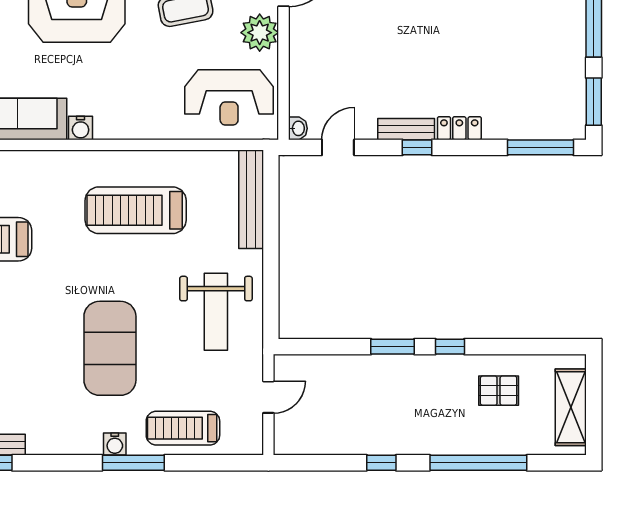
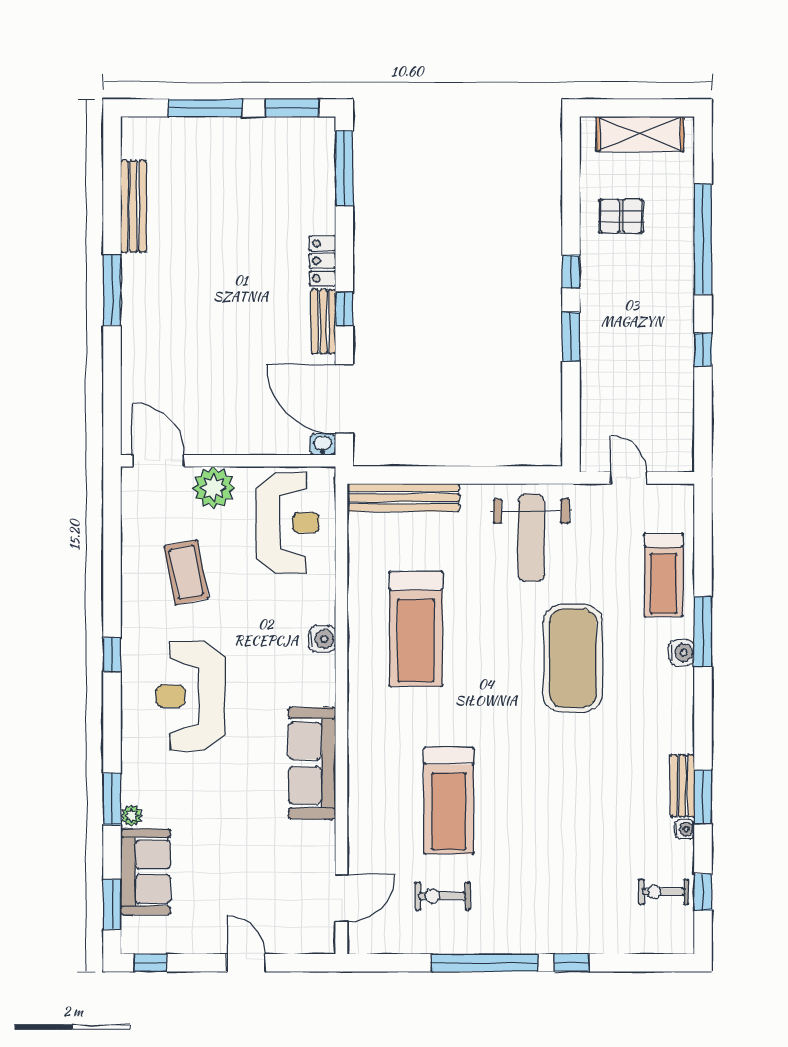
water cooler: (81, 128) -> (322, 639), moved
door: (338, 147) -> (344, 399), width x1.88
weight bench: (216, 312) -> (531, 538), turned 90
exercise mat: (110, 348) -> (573, 658), turned 90
pallet: (499, 391) -> (621, 216), turned 90

